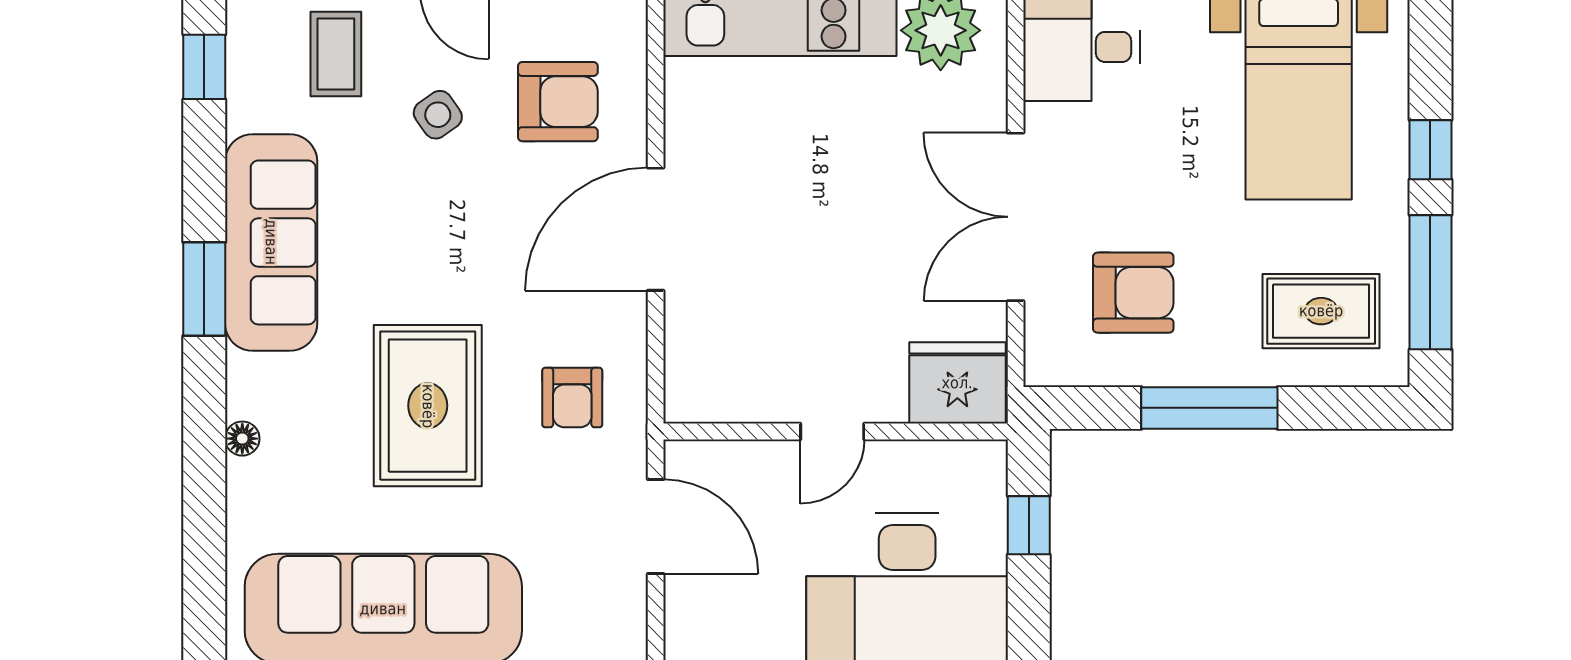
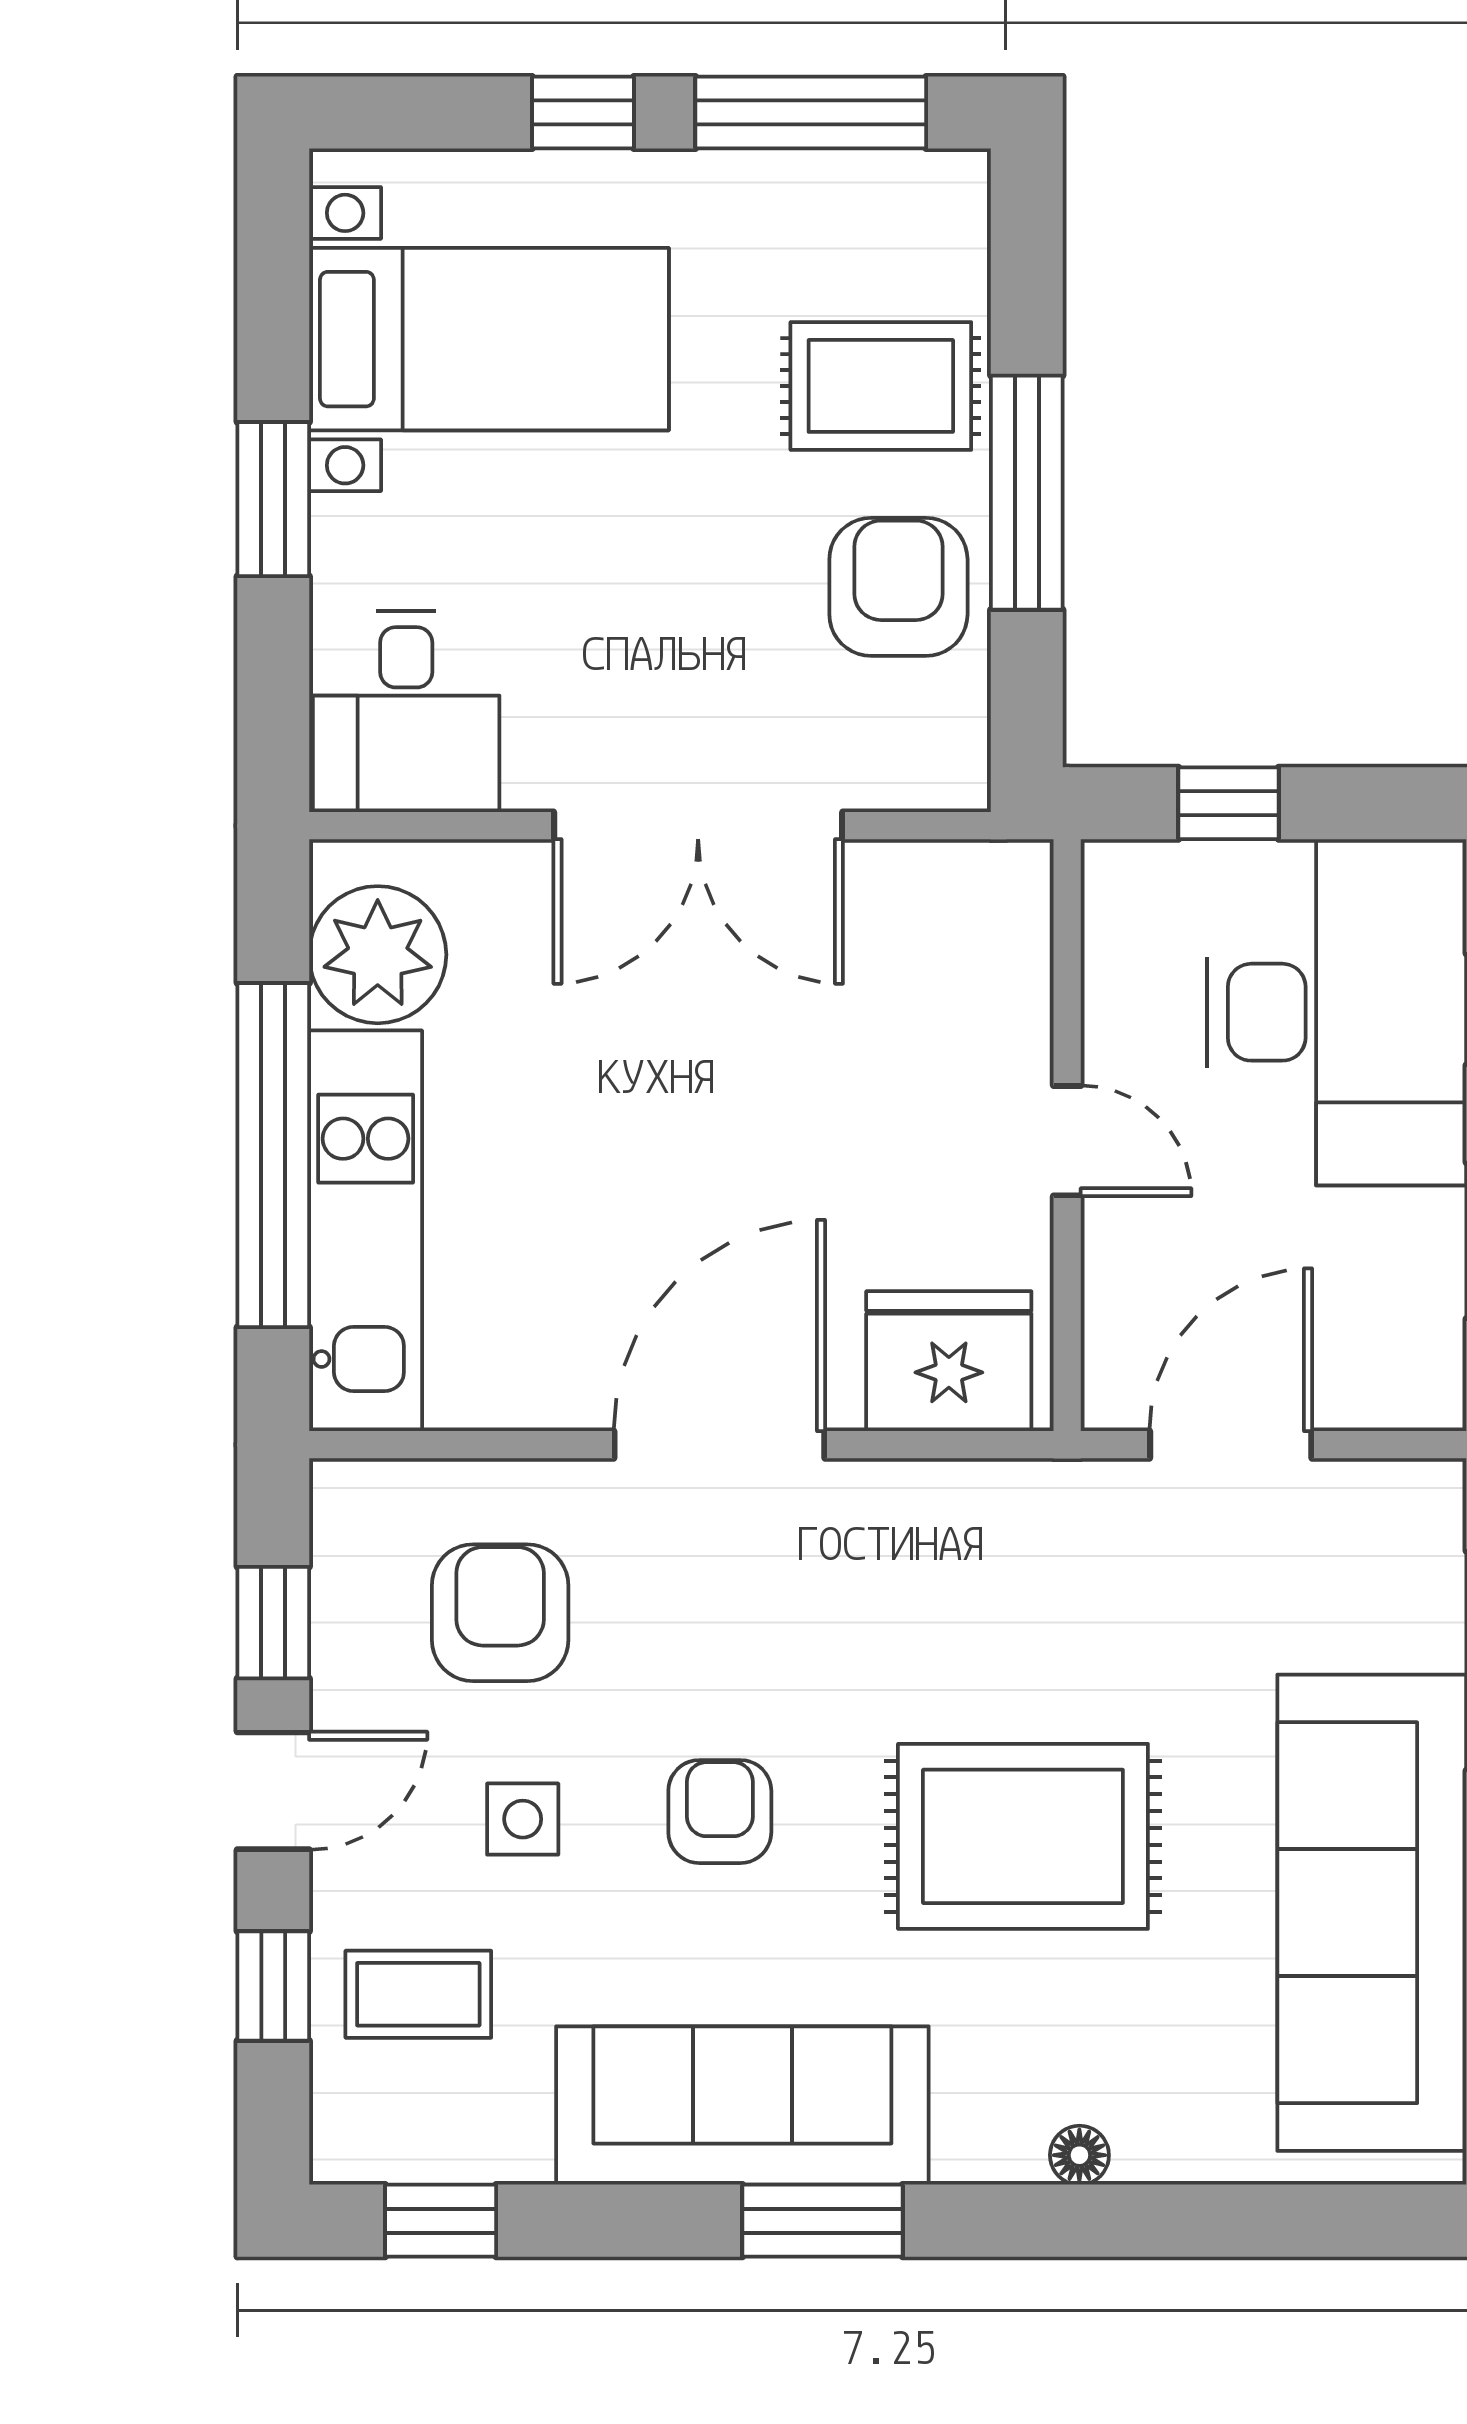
side table: (438, 115) -> (523, 1819), turned 35
door: (656, 229) -> (719, 1445), swing flipped
armchair: (1133, 293) -> (898, 587), moved
rug: (1321, 311) -> (881, 386), moved, turned 90
fridge: (957, 383) -> (949, 1361), moved, turned 90
armchair: (572, 398) -> (720, 1812), moved, turned -90

